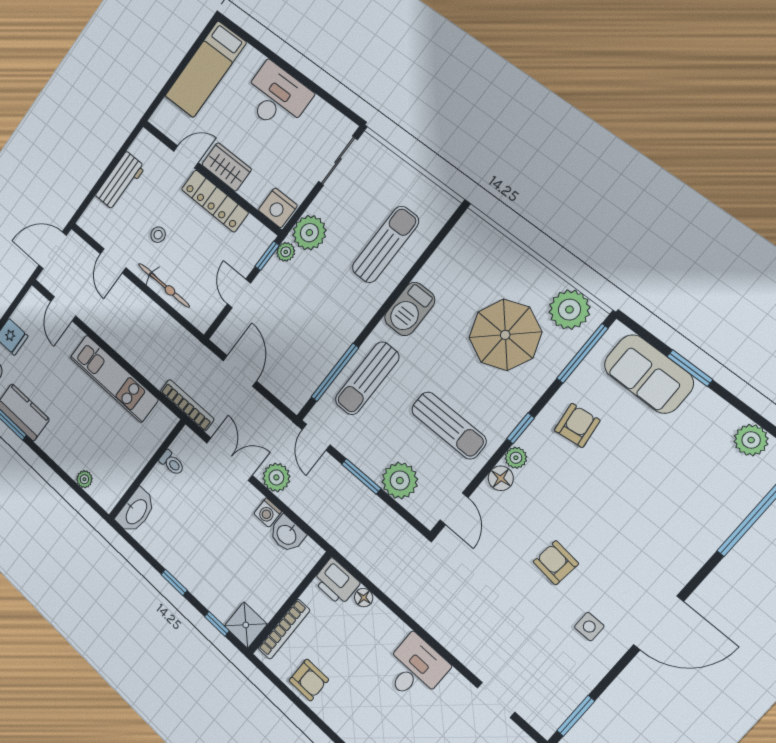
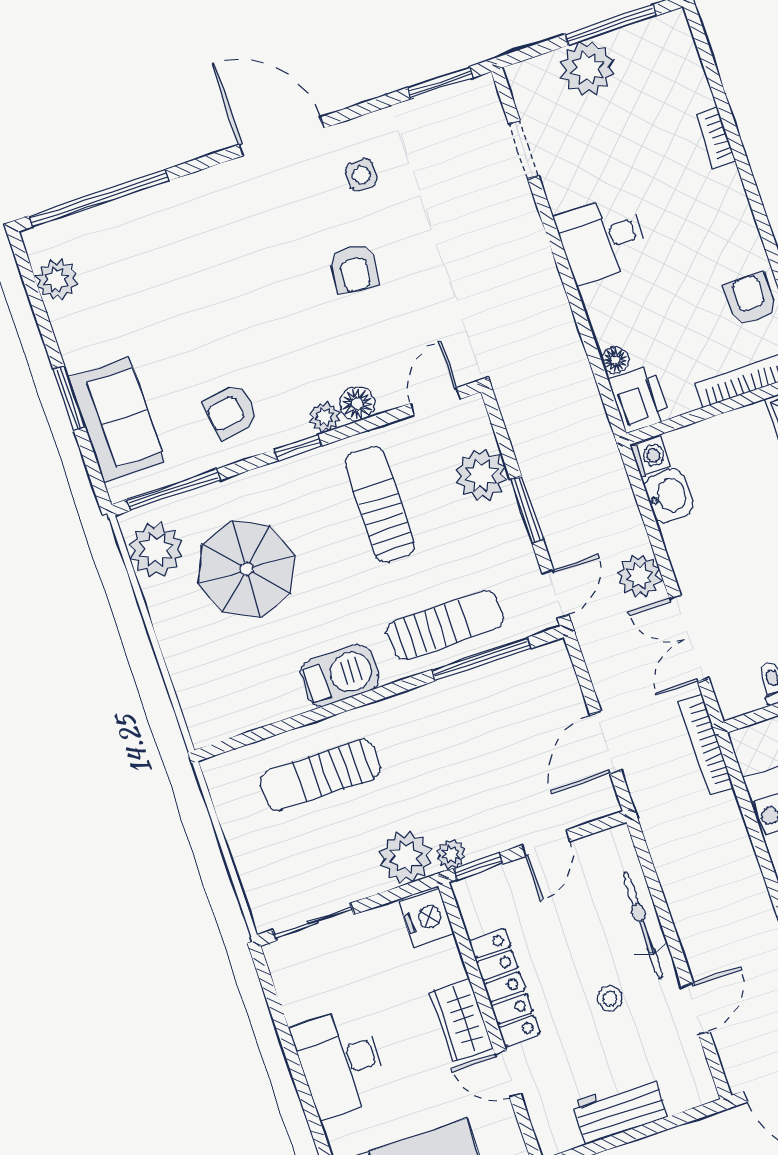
washing machine: (268, 513) -> (651, 456), moved

